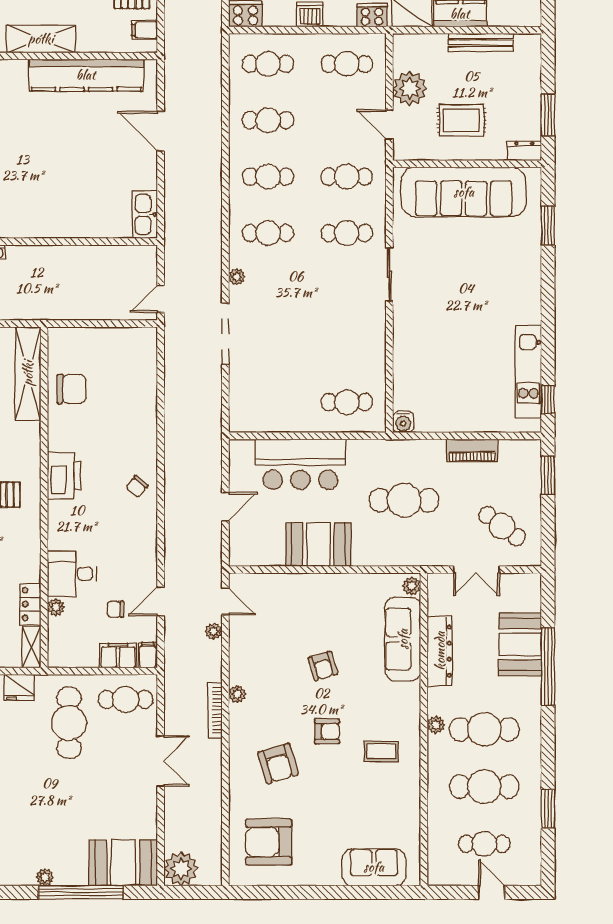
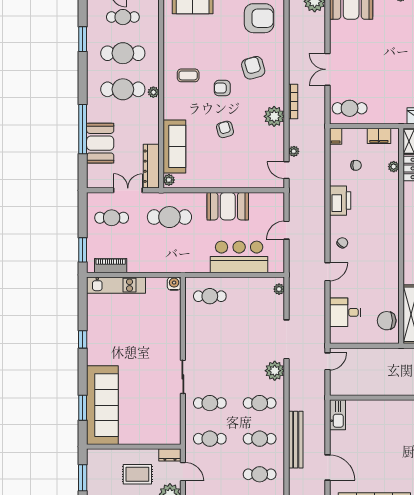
dresser: (524, 151) -> (170, 455), moved
bench: (211, 175) -> (296, 440), added
sofa: (464, 192) -> (102, 405), moved, turned 90
plant: (237, 277) -> (275, 371), width x1.88, depth x1.88
kitchen unit: (528, 372) -> (116, 285), moved, turned 90
chair: (71, 389) -> (387, 321), moved
window: (548, 399) -> (83, 339), moved
plant: (237, 413) -> (279, 289), added
piano: (472, 450) -> (111, 266), moved
printer: (64, 476) -> (340, 201), moved, turned 180
cafe table: (404, 500) -> (169, 217), moved
cafe table: (502, 526) -> (112, 218), turned -37
desk: (72, 574) -> (345, 312), moved, turned 180
door: (161, 601) -> (327, 272), moved
dresser: (440, 651) -> (151, 166), moved
filing cabinet: (118, 656) -> (379, 136), moved
plant: (237, 694) -> (274, 116), width x1.87, depth x1.87
cafe table: (69, 723) -> (385, 93), removed

